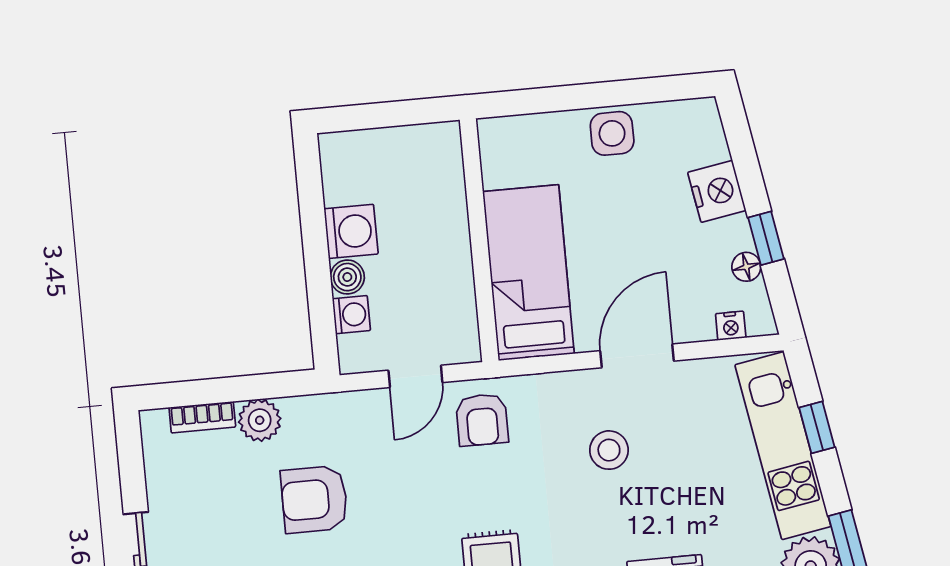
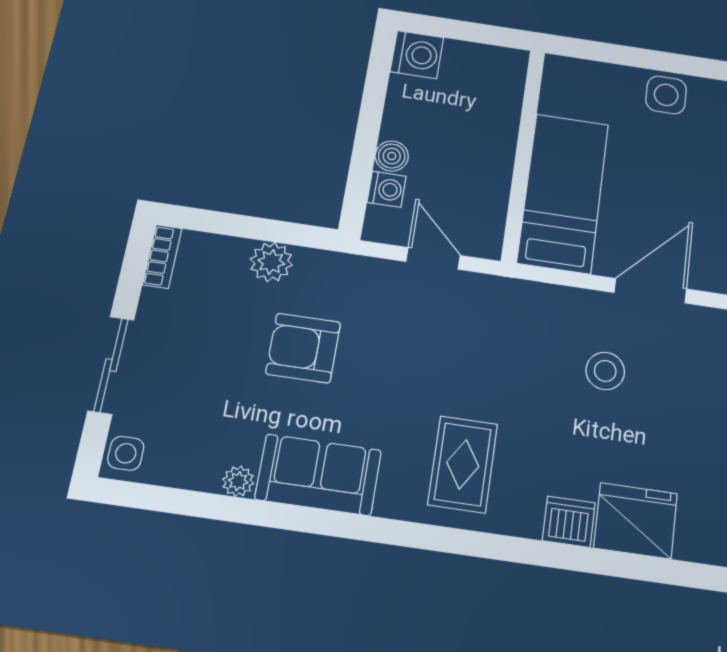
washing machine: (351, 231) -> (417, 55), moved
door: (415, 376) -> (433, 258), swing flipped
bookcase: (202, 417) -> (162, 256), moved, turned -90
armchair: (482, 420) -> (488, 313), removed

